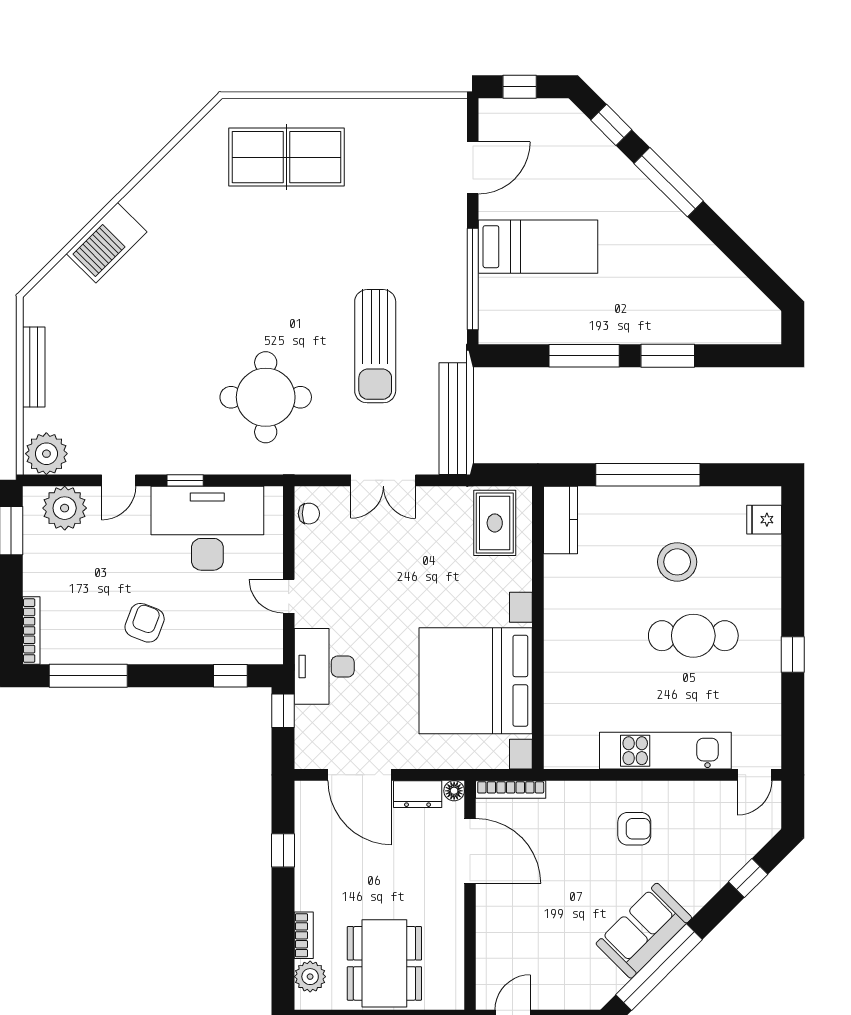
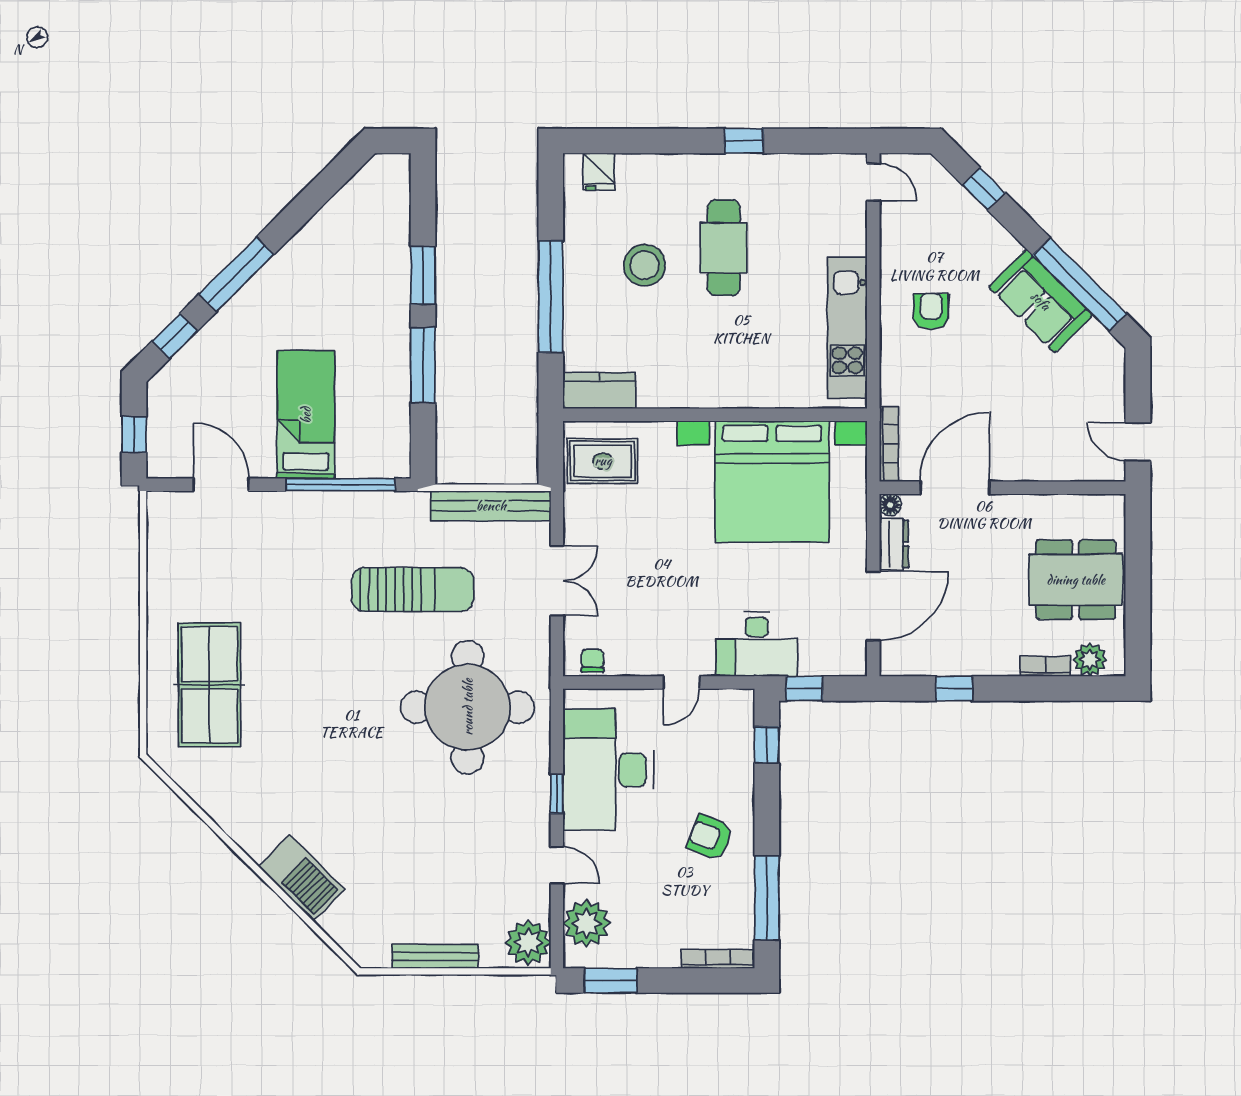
round table: (266, 397) -> (468, 707), width x1.36, depth x1.36
kitchen unit: (665, 751) -> (847, 328), moved

